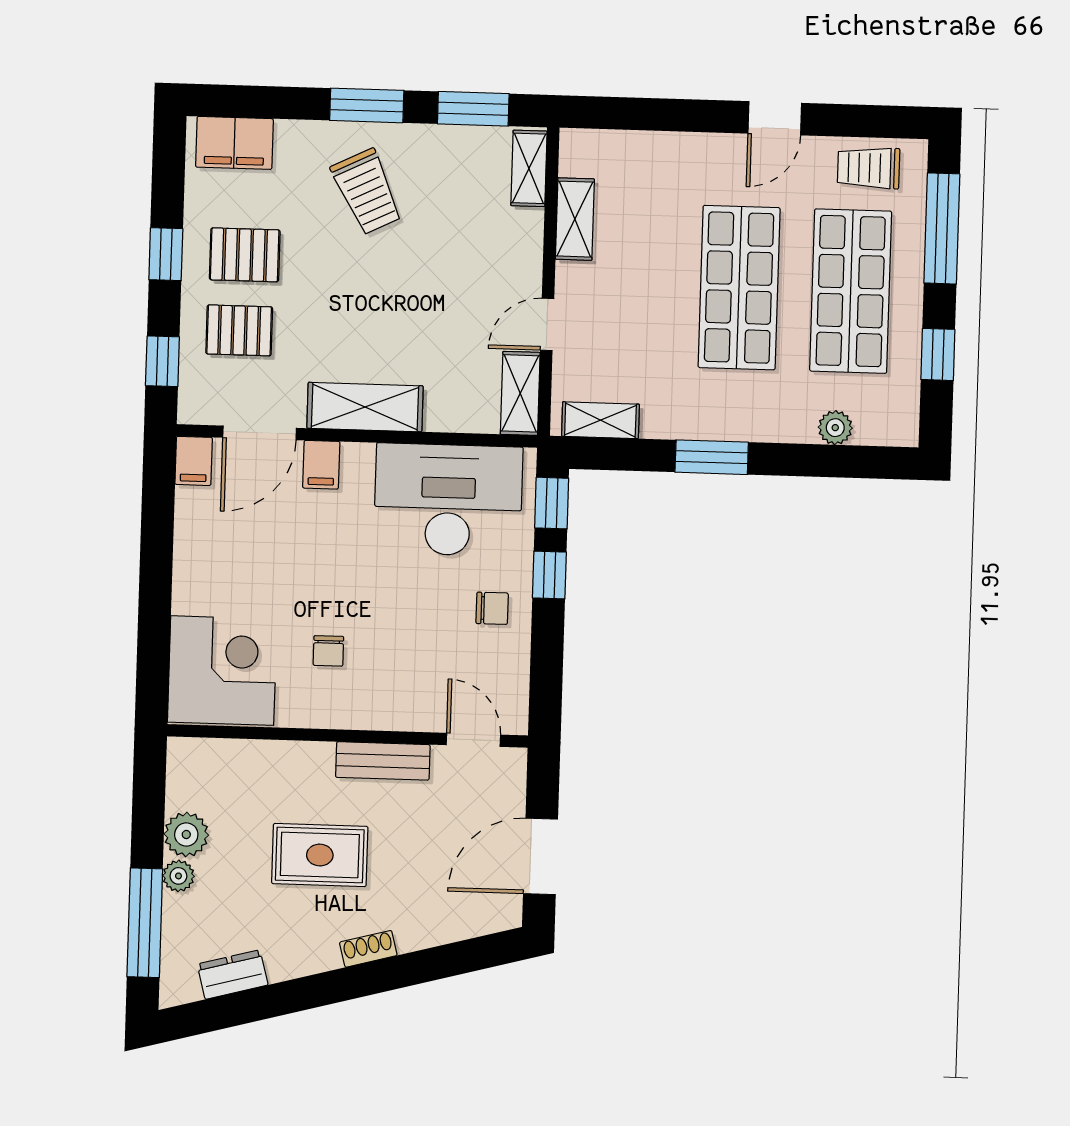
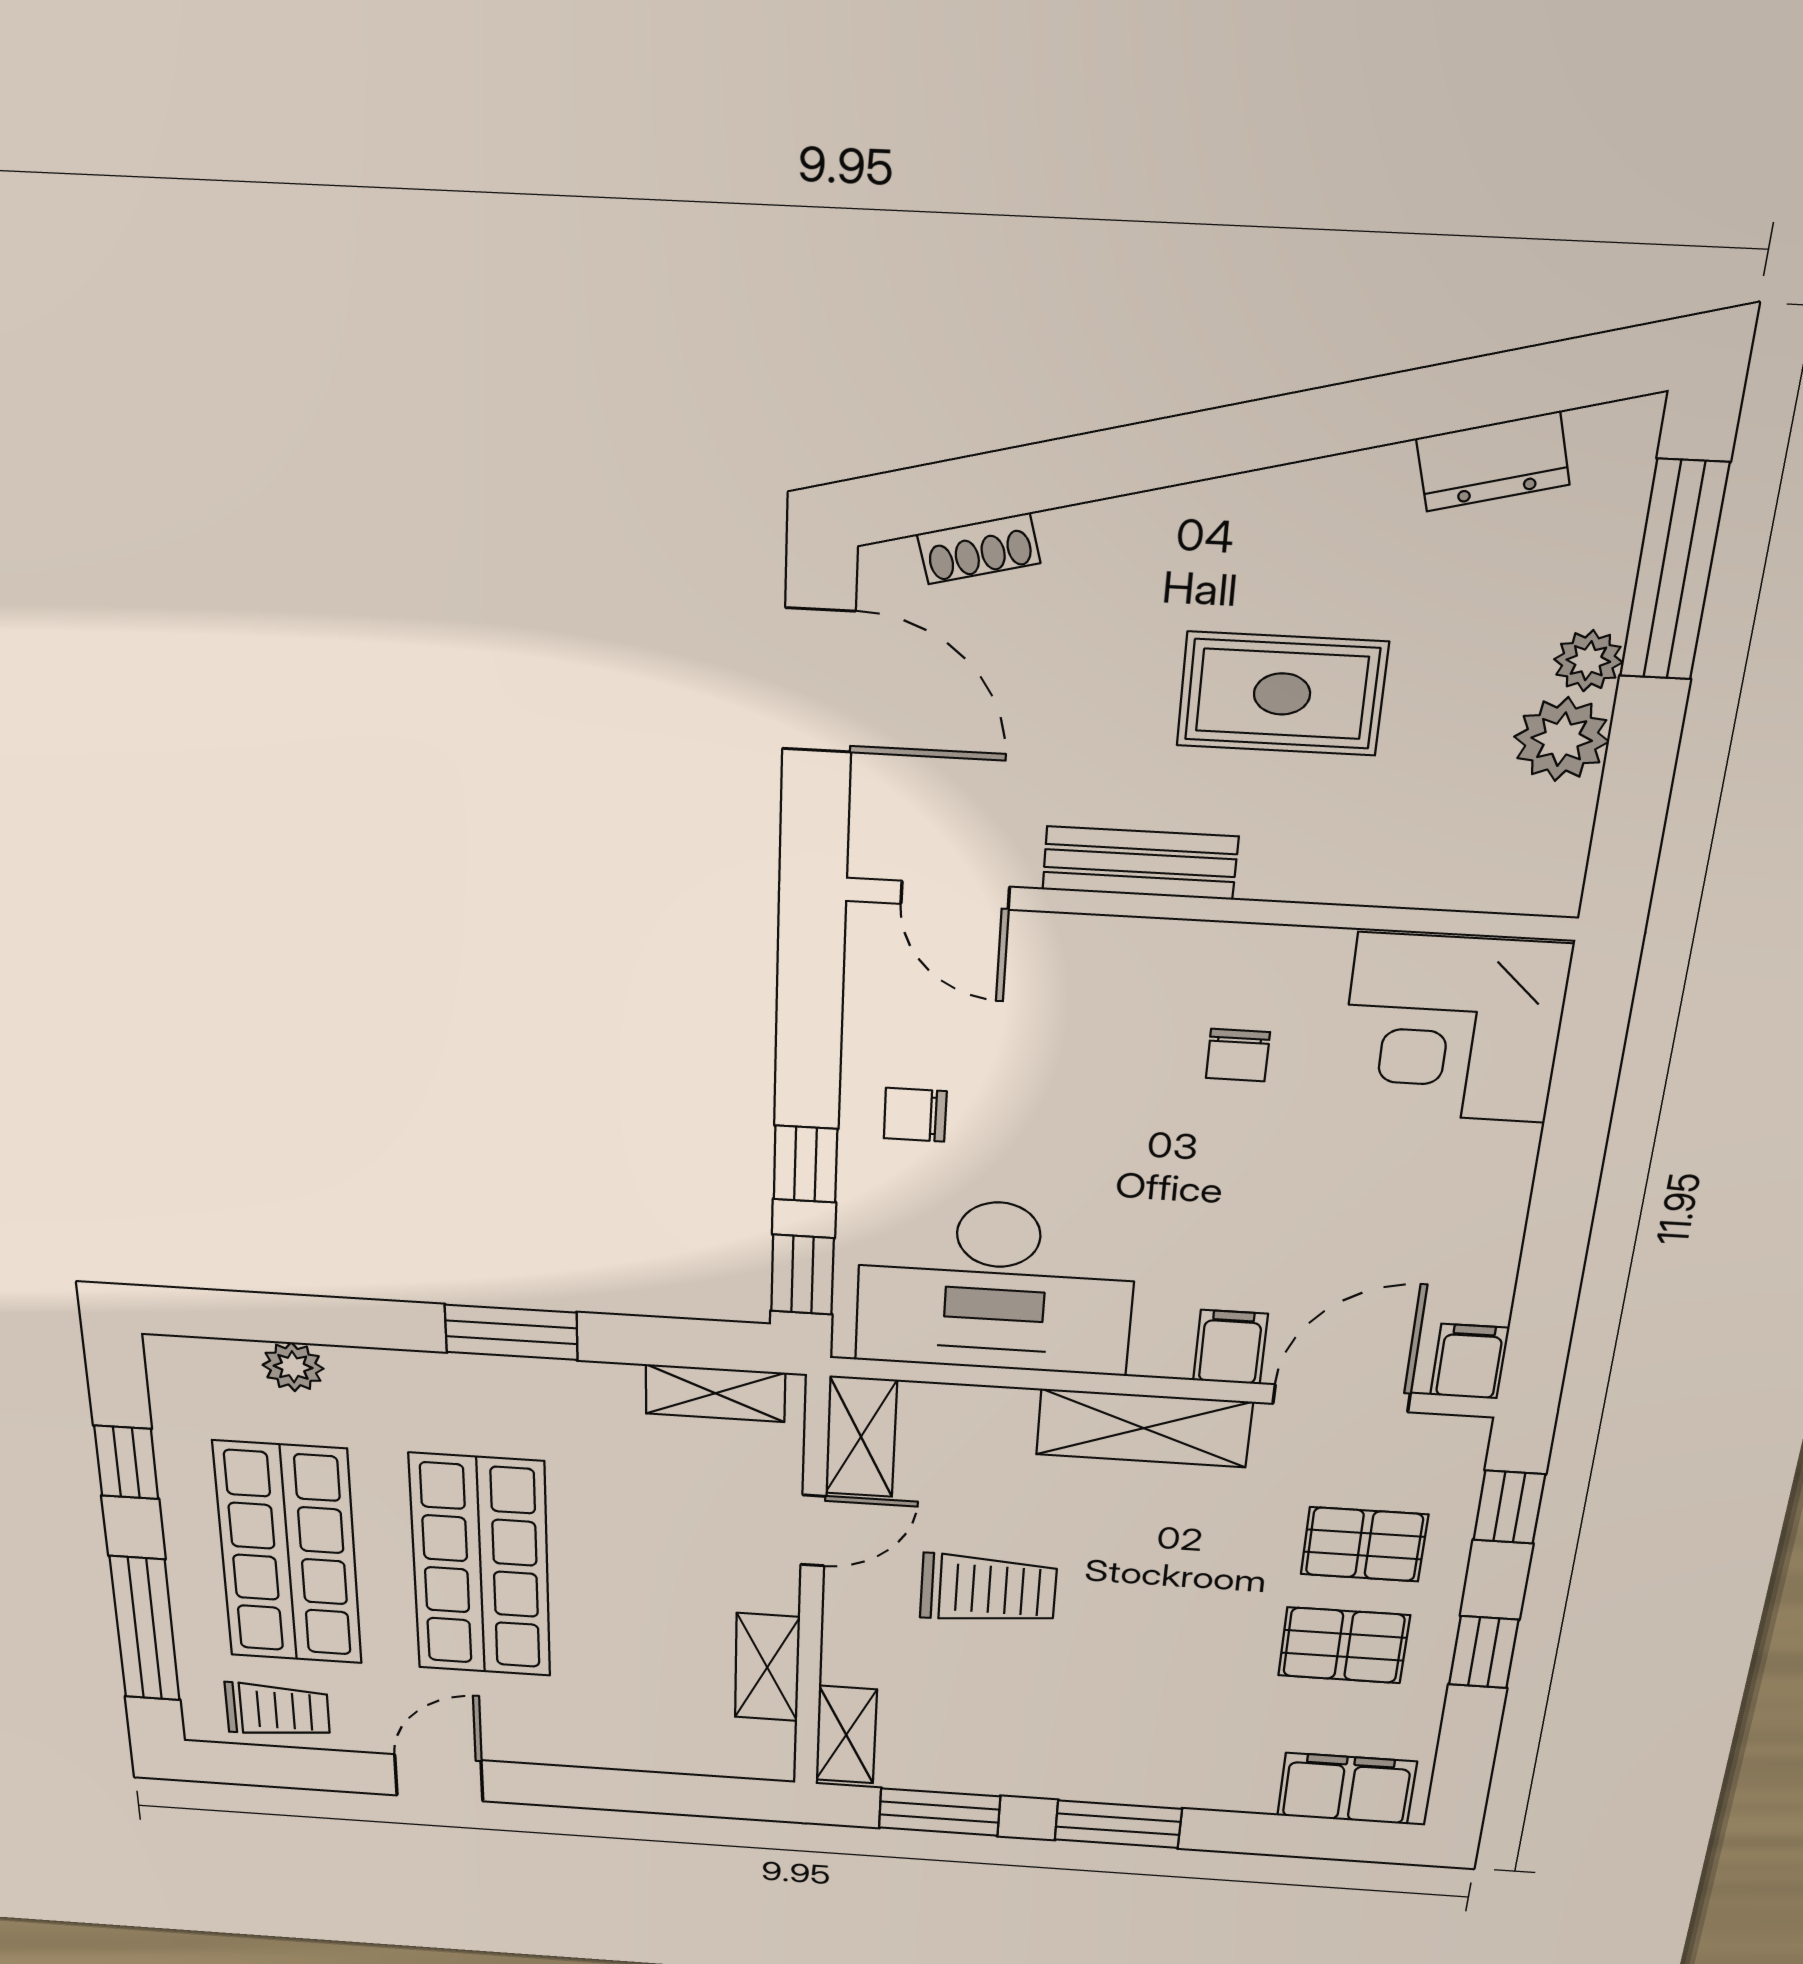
trolley: (367, 192) -> (988, 1589), moved, turned 116
chair: (328, 651) -> (1238, 1055), turned 180
door: (541, 856) -> (819, 681), hinge flipped
shoe rack: (368, 949) -> (979, 548), moved

